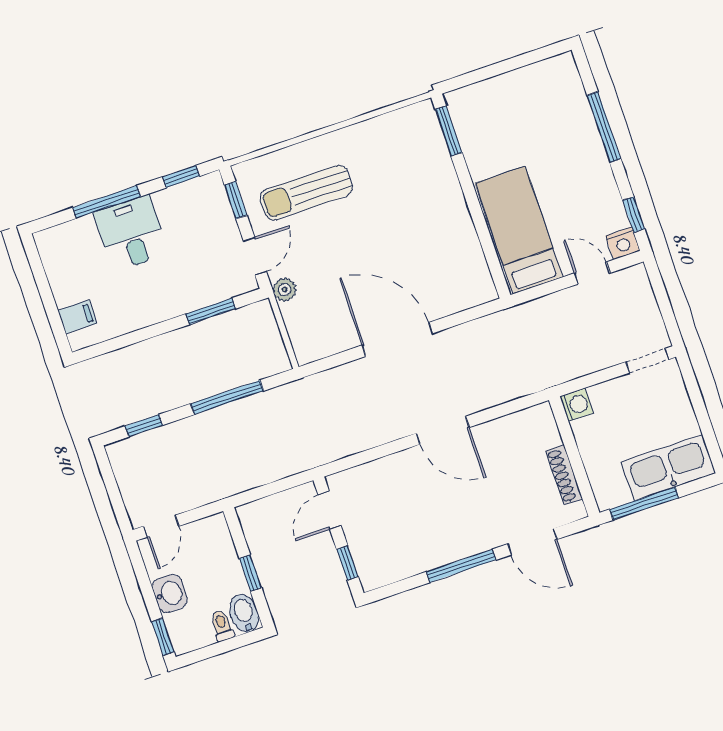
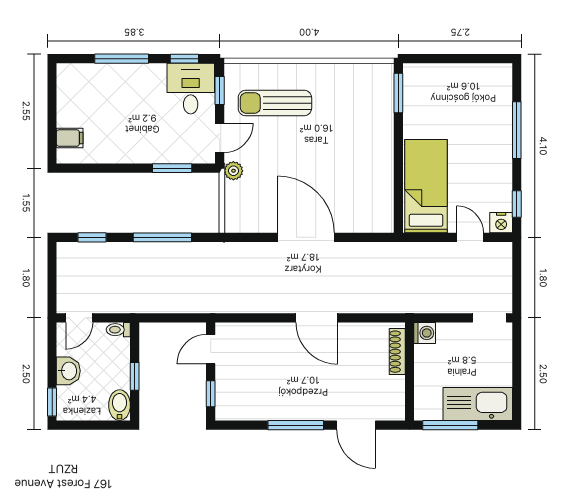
desk: (131, 233) -> (191, 89), moved
shoe rack: (564, 475) -> (397, 352), moved
toilet: (222, 626) -> (118, 330), moved, turned -90

